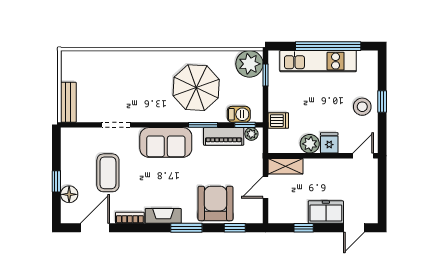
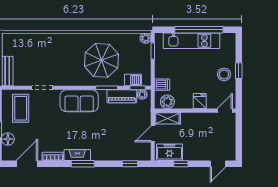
plant: (249, 64) -> (145, 38), width x0.53, depth x0.53
plant: (310, 144) -> (167, 102), moved
coffee table: (108, 173) -> (21, 108), moved
armchair: (216, 203) -> (116, 146), removed
freezer: (326, 212) -> (169, 152), moved
window: (186, 228) -> (83, 164), moved

